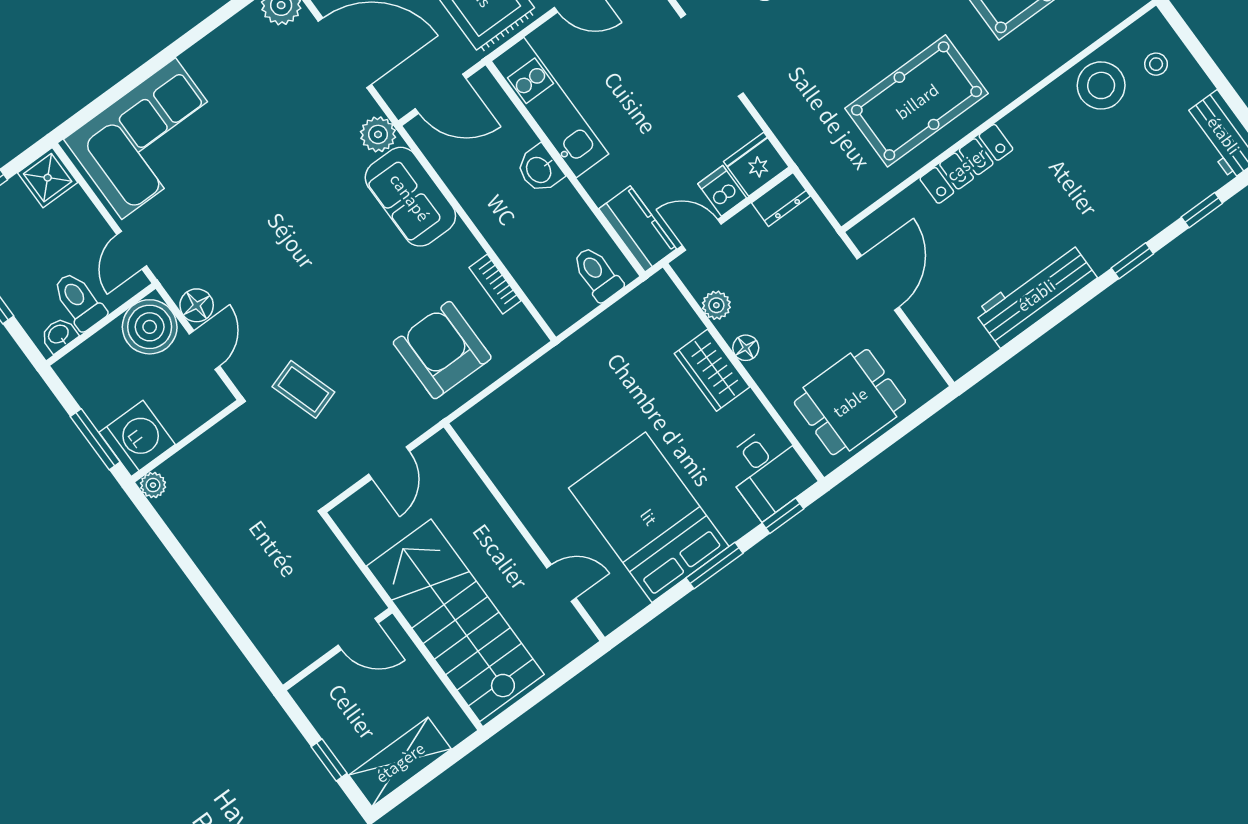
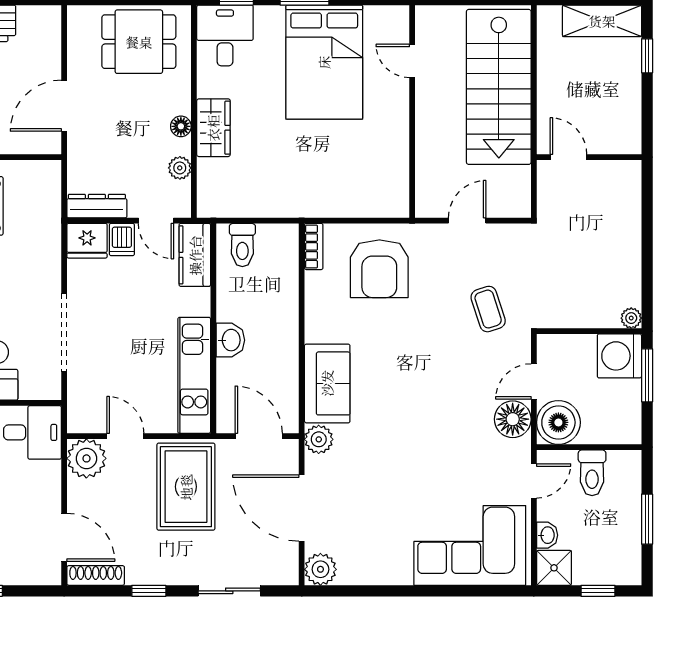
dresser: (781, 199) -> (97, 206), width x1.44
bookcase: (495, 284) -> (314, 246), moved
floor lamp: (197, 305) -> (513, 419), width x1.38, depth x1.38
washbasin: (59, 335) -> (547, 535), moved, turned -90
door: (358, 634) -> (568, 157), moved
wall: (338, 649) -> (589, 157), moved

